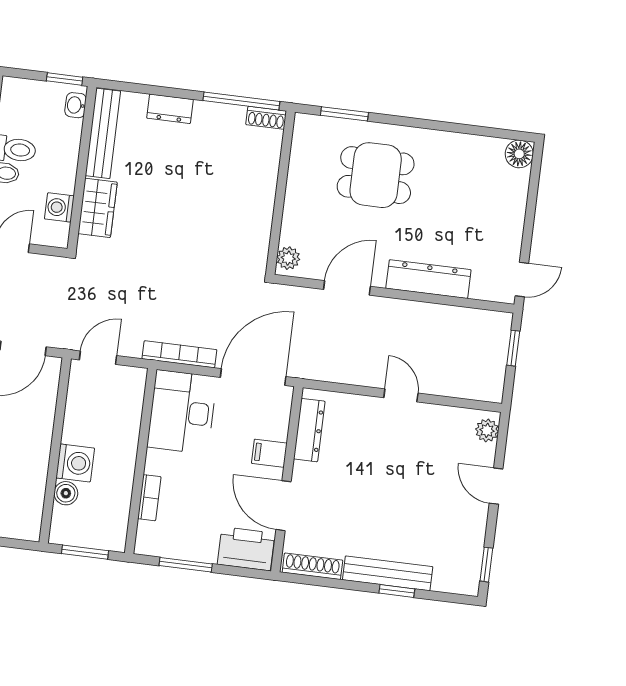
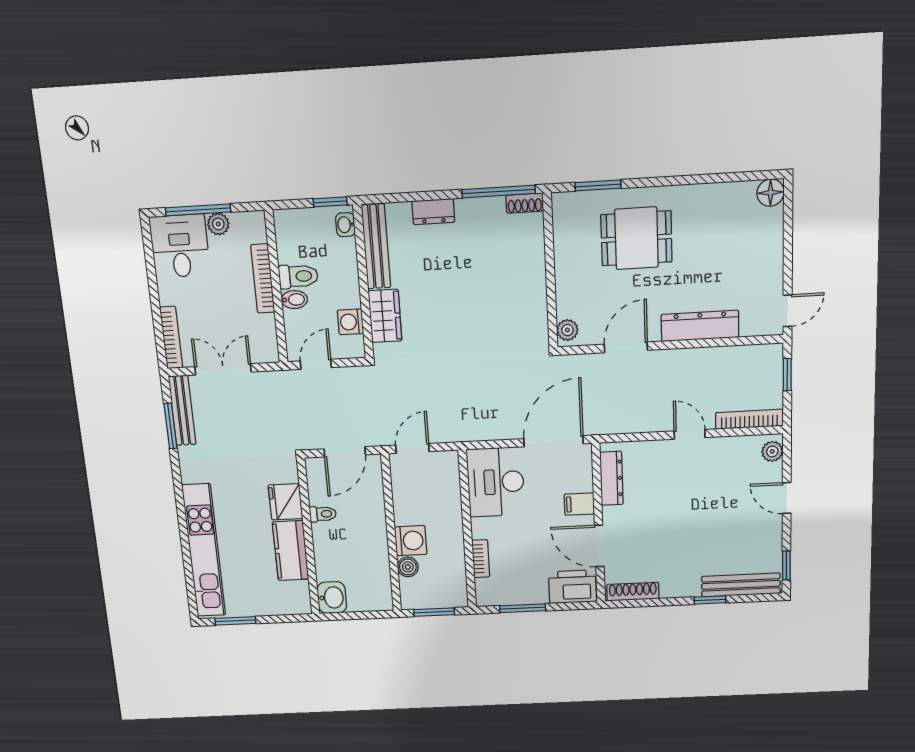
bookcase: (179, 354) -> (749, 419), moved
bench: (388, 573) -> (741, 585), moved

